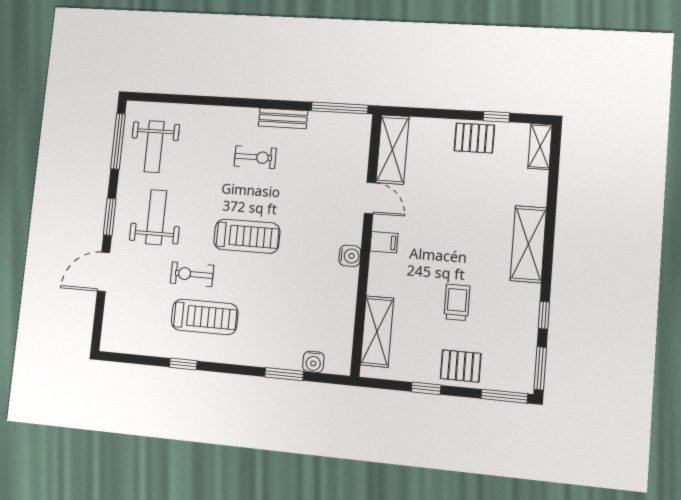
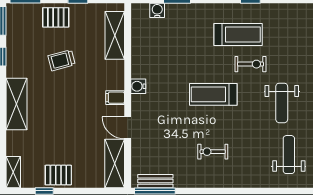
bench: (283, 118) -> (155, 181), moved
trolley: (457, 302) -> (62, 60), turned 75
treadmill: (205, 317) -> (238, 34), turned 180

